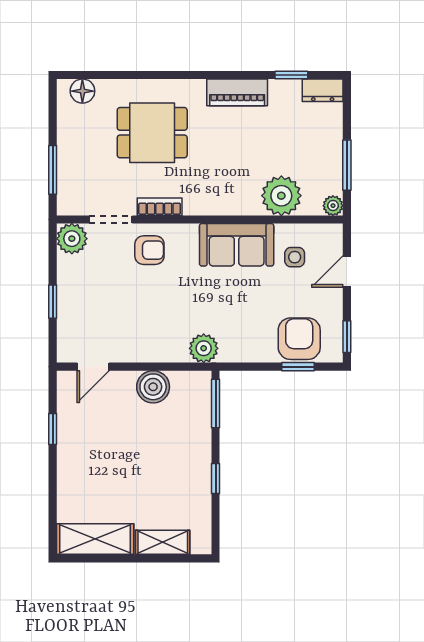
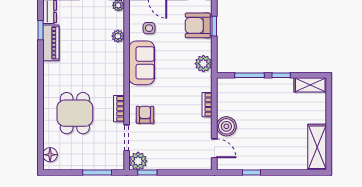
piano: (237, 92) -> (51, 43), moved
plant: (281, 196) -> (118, 36), width x0.53, depth x0.53
window: (53, 302) -> (147, 172), moved
plant: (204, 348) -> (203, 64), moved
bookcase: (166, 354) -> (207, 105), added
boiler: (153, 387) -> (226, 126), moved
window: (216, 403) -> (250, 75), moved
shelving: (163, 542) -> (310, 85), moved, turned 90

